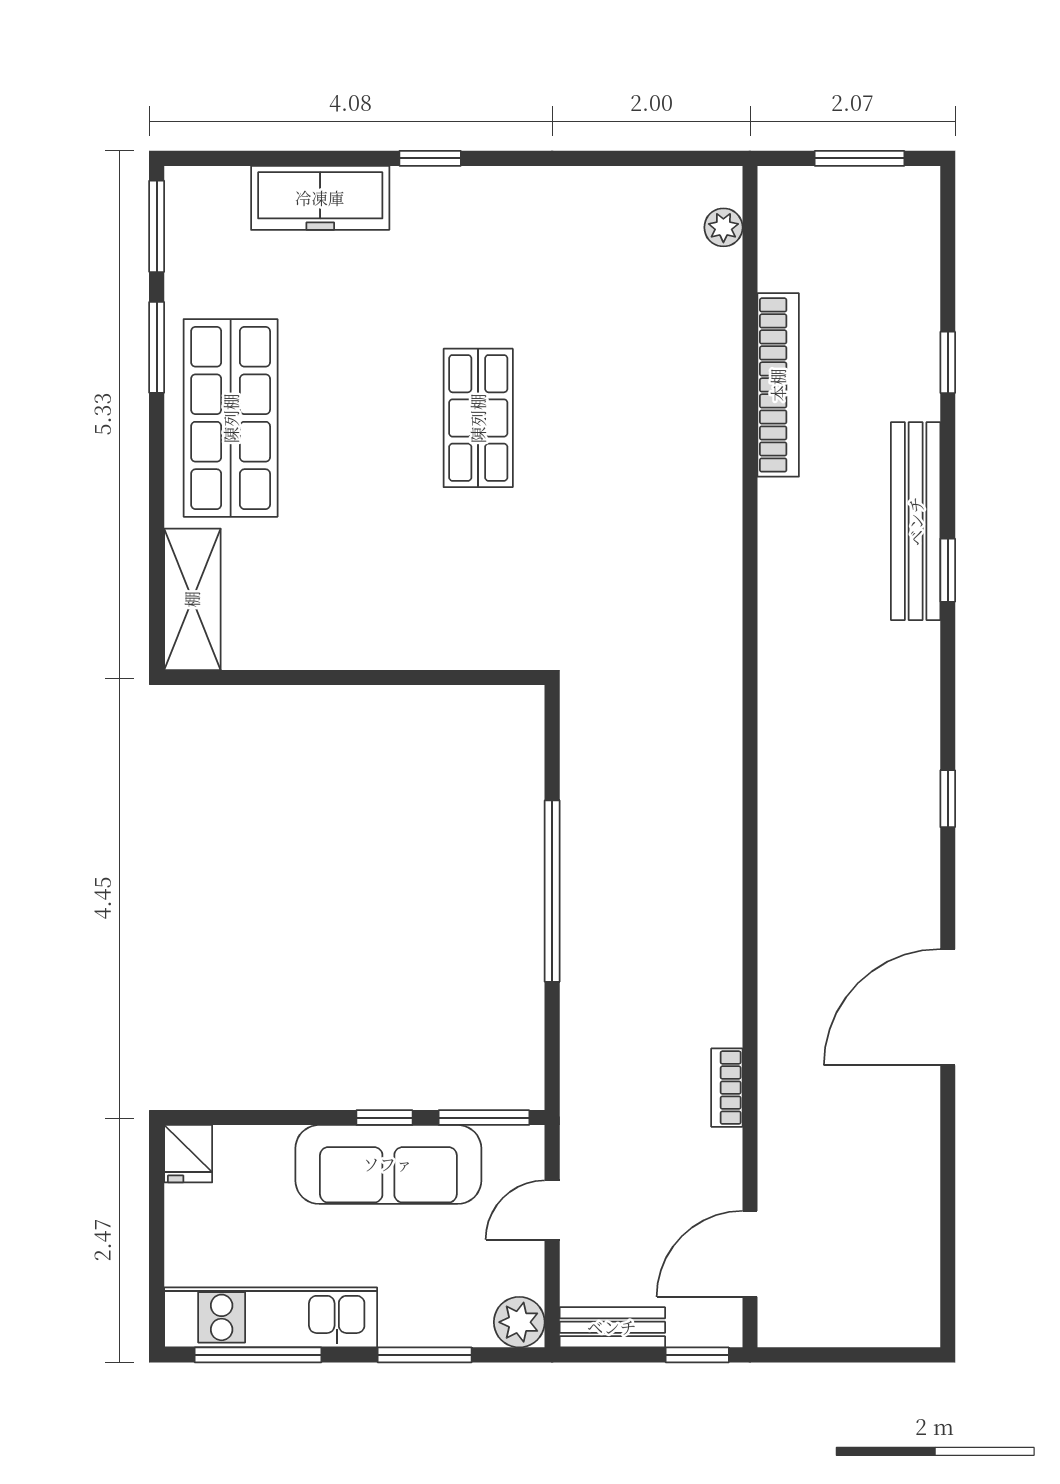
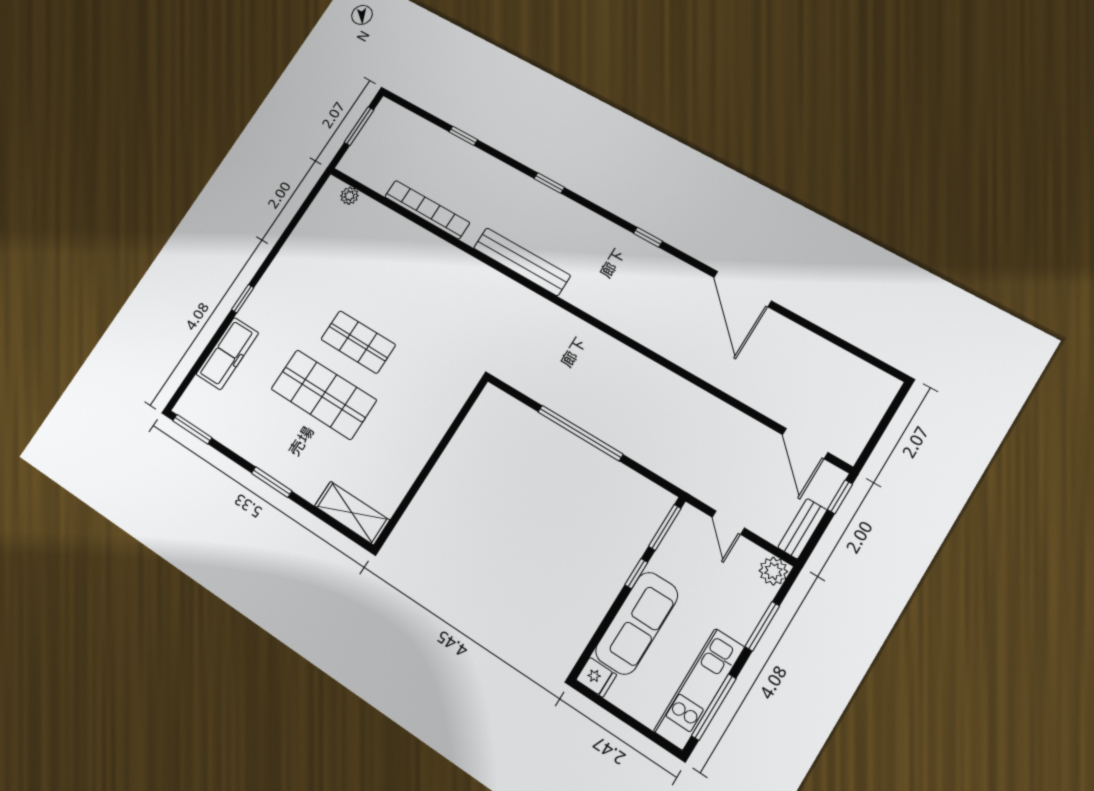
window: (157, 347) -> (272, 482), moved
shop shelf: (231, 418) -> (324, 394), moved
bench: (916, 521) -> (522, 262), moved
bookcase: (727, 1088) -> (719, 408), removed
sofa: (388, 1164) -> (637, 623), moved

